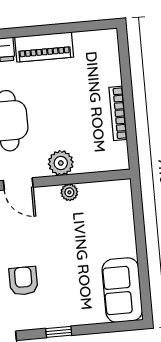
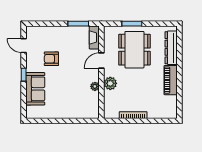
armchair: (23, 281) -> (51, 59), turned 180
sofa: (122, 290) -> (35, 89), moved, turned 90

